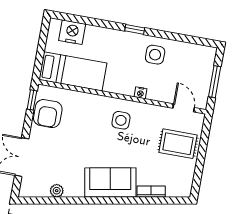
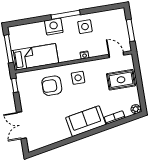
window: (135, 29) -> (66, 15), width x2.17
nightstand: (72, 32) -> (54, 27), moved
window: (41, 48) -> (9, 49), added
armchair: (48, 114) -> (52, 86), moved, turned 90
plant: (57, 191) -> (136, 109), moved

